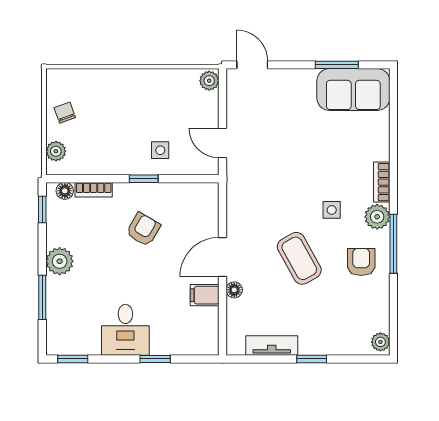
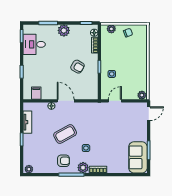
filing cabinet: (205, 295) -> (36, 93), moved
desk: (125, 330) -> (34, 44), moved

